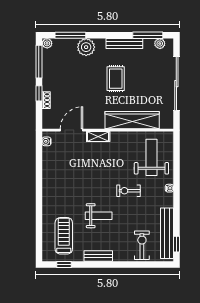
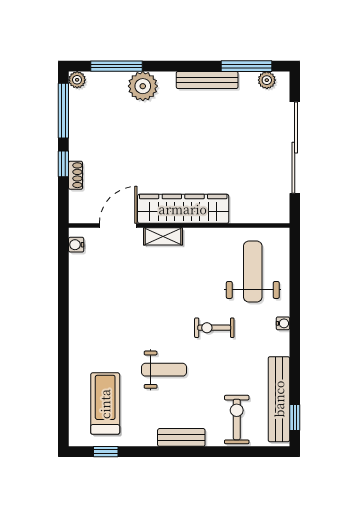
rug: (116, 79) -> (193, 139), removed
wardrobe: (132, 120) -> (183, 209), moved
bench: (98, 256) -> (181, 437), moved

